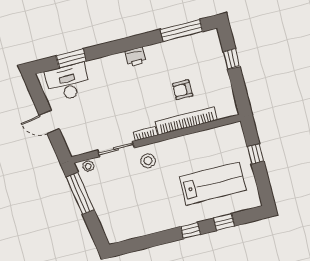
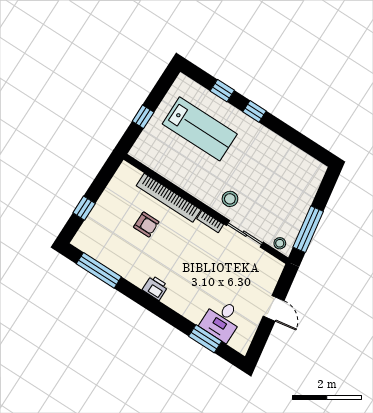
desk: (68, 82) -> (222, 320), width x0.73
lab bench: (213, 184) -> (200, 129), turned 180

